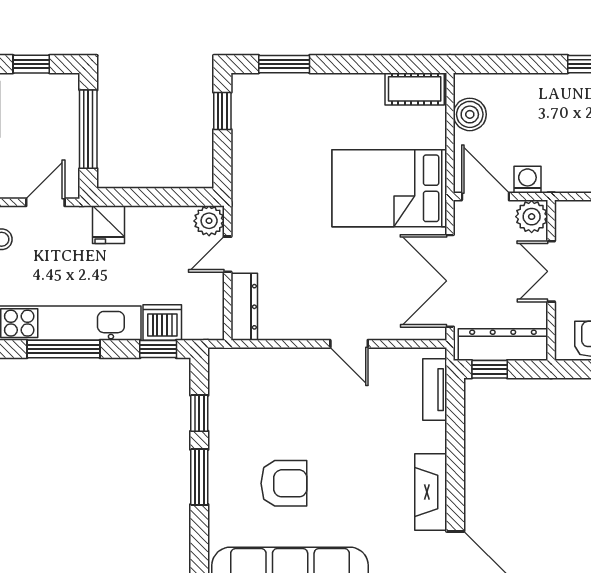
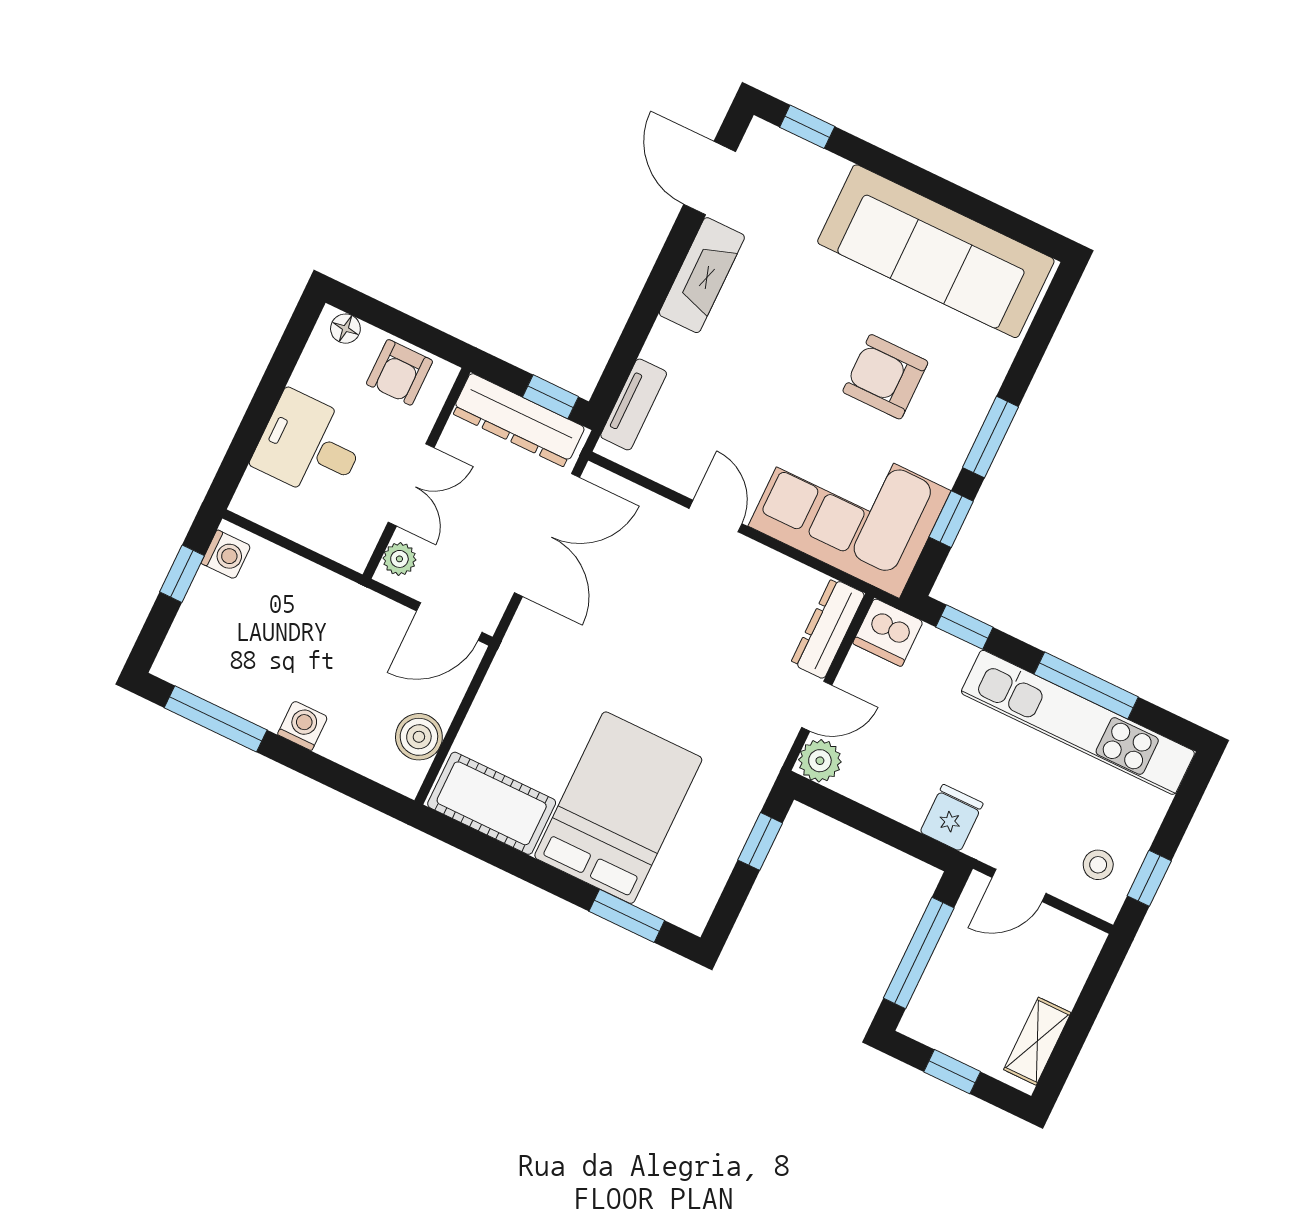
cot: (415, 89) -> (492, 803), width x1.37, depth x1.34
window: (222, 111) -> (760, 841), moved
washing machine: (527, 180) -> (303, 726), moved, turned 180
bed: (389, 188) -> (618, 808), moved, turned -90
door: (485, 196) -> (449, 622), hinge flipped
plant: (532, 217) -> (399, 559), width x0.73, depth x0.73
dishwasher: (162, 322) -> (888, 632), moved
corner sofa: (267, 389) -> (849, 508), added

